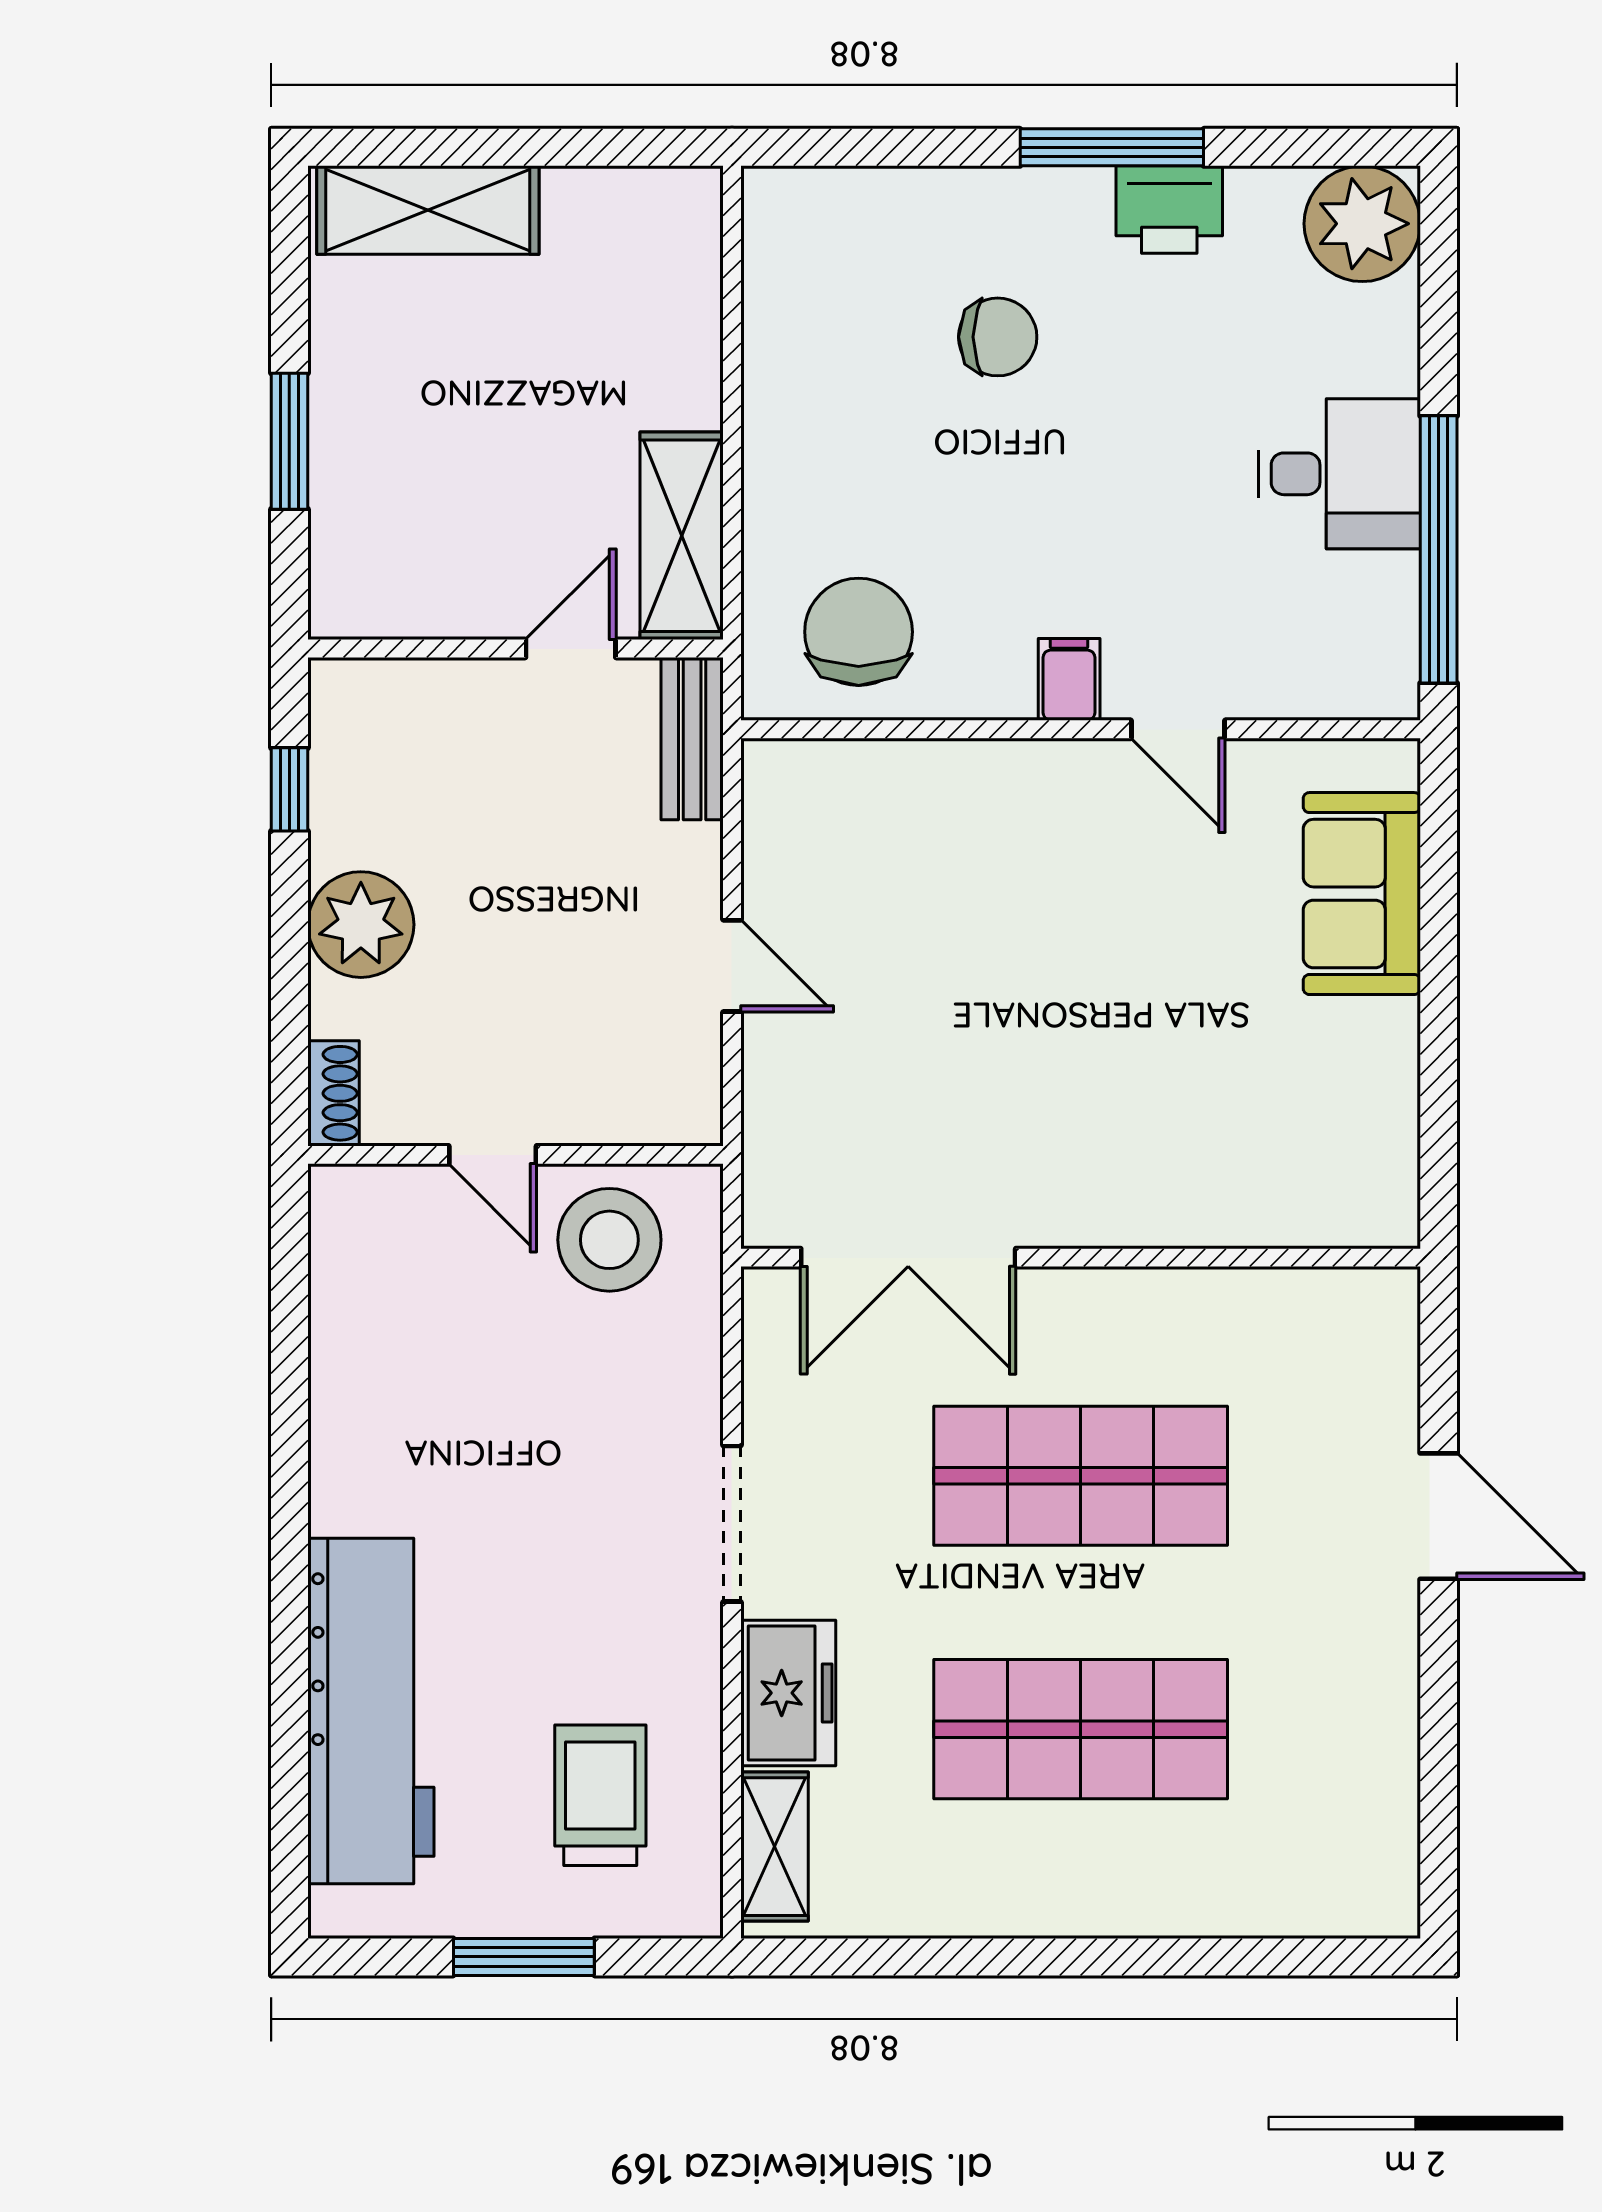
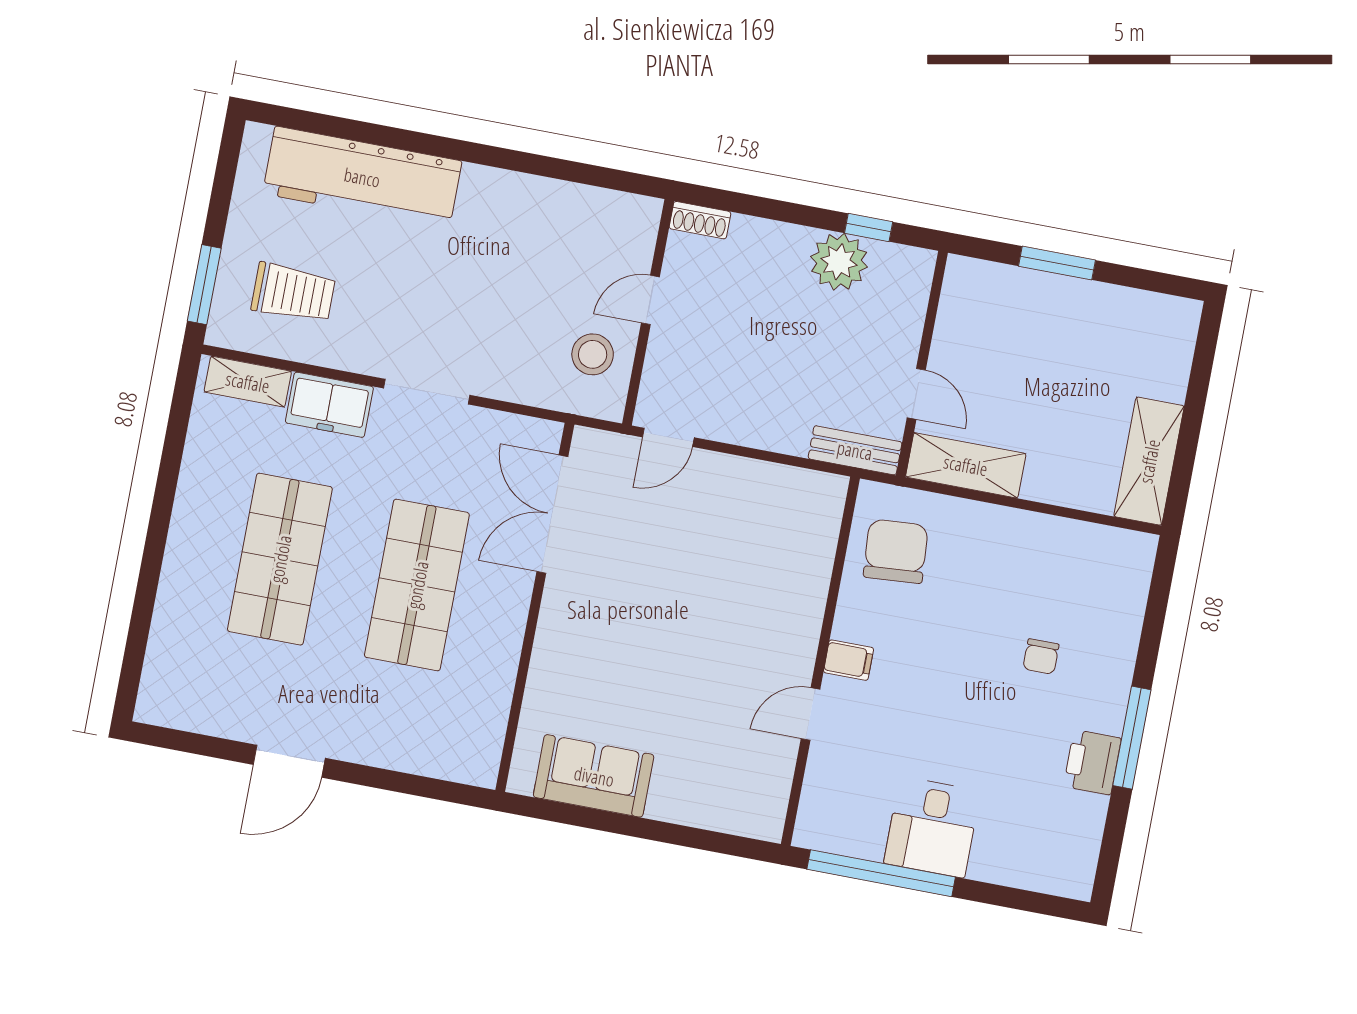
shelving: (428, 210) -> (1149, 461), moved
plant: (1362, 224) -> (1065, 865), removed
chair: (998, 337) -> (1041, 657), width x0.73, depth x0.73
chair: (859, 632) -> (896, 551), turned -94
sofa: (1362, 894) -> (594, 776), moved
plant: (361, 925) -> (839, 262), moved
door: (732, 966) -> (668, 437), moved
stool: (609, 1240) -> (593, 354), width x0.73, depth x0.73
door: (1439, 1516) -> (289, 761), moved
window: (524, 1957) -> (204, 285), moved

